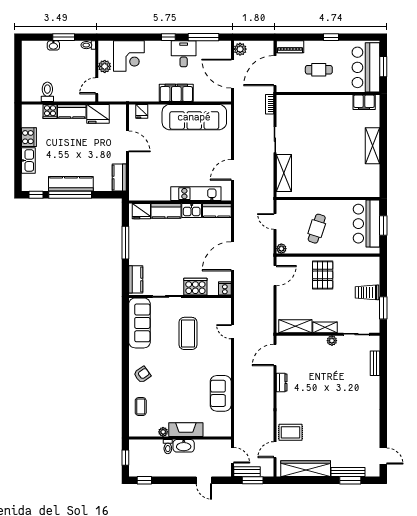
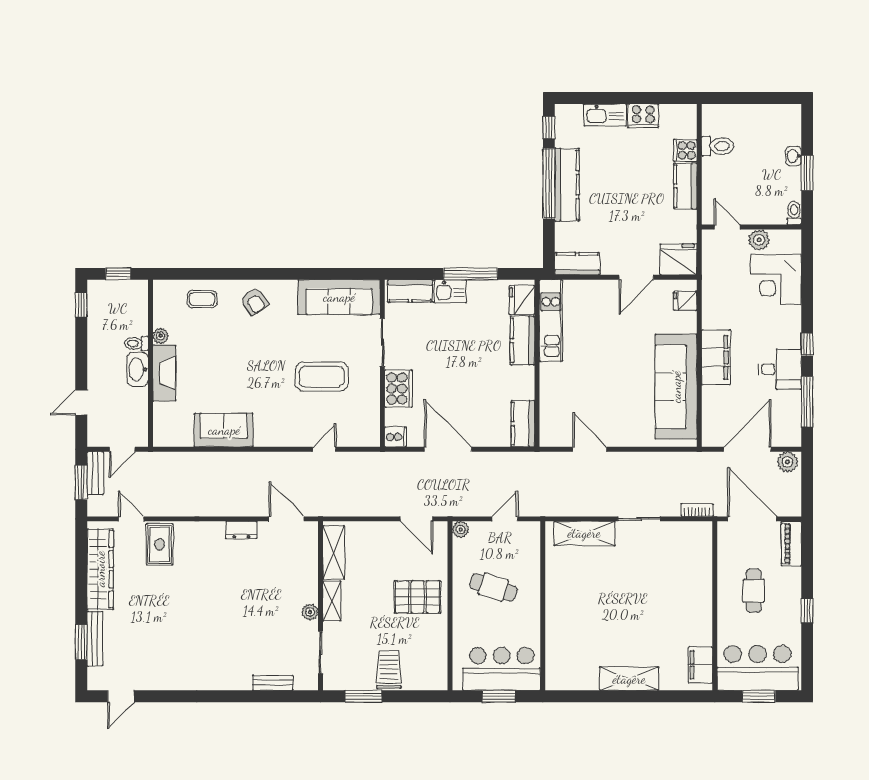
fridge: (98, 114) -> (679, 259), moved, turned 90
kitchen unit: (196, 194) -> (551, 320), moved
kitchen sink: (192, 211) -> (450, 291), moved, turned -90

